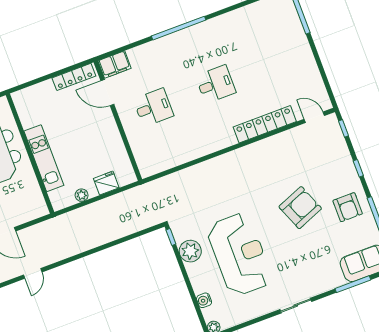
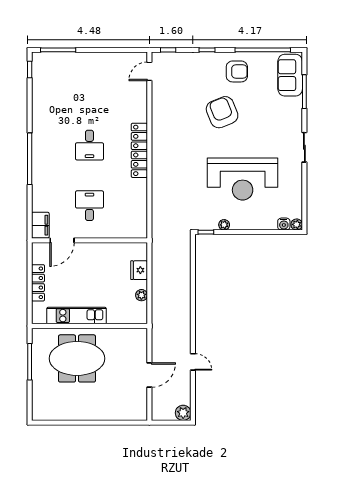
locker: (74, 77) -> (38, 283), moved
desk: (216, 84) -> (89, 145), turned 180
locker: (265, 124) -> (139, 150), moved
kitchen unit: (44, 158) -> (76, 316), moved
plant: (190, 251) -> (224, 225), width x0.53, depth x0.53
reception desk: (239, 254) -> (243, 179), turned 180
water cooler: (204, 300) -> (284, 224), moved

